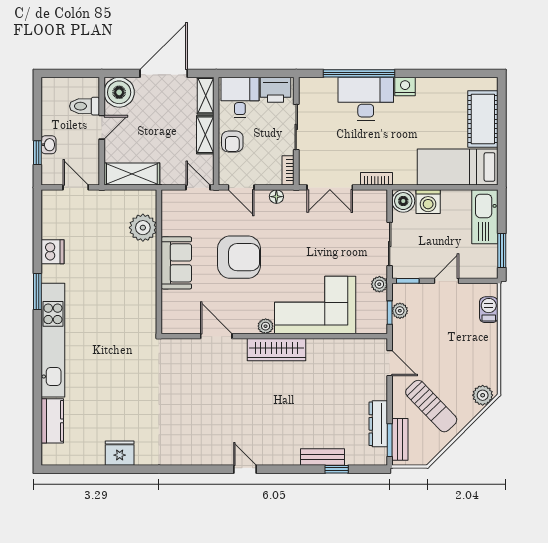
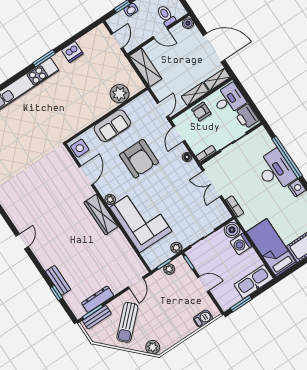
boiler: (119, 92) -> (188, 23), width x0.54, depth x0.54
side table: (177, 321) -> (80, 148), added

